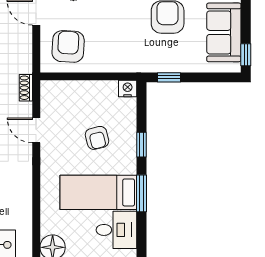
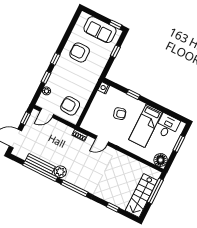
window: (169, 77) -> (115, 51), moved
window: (141, 193) -> (156, 106), removed

